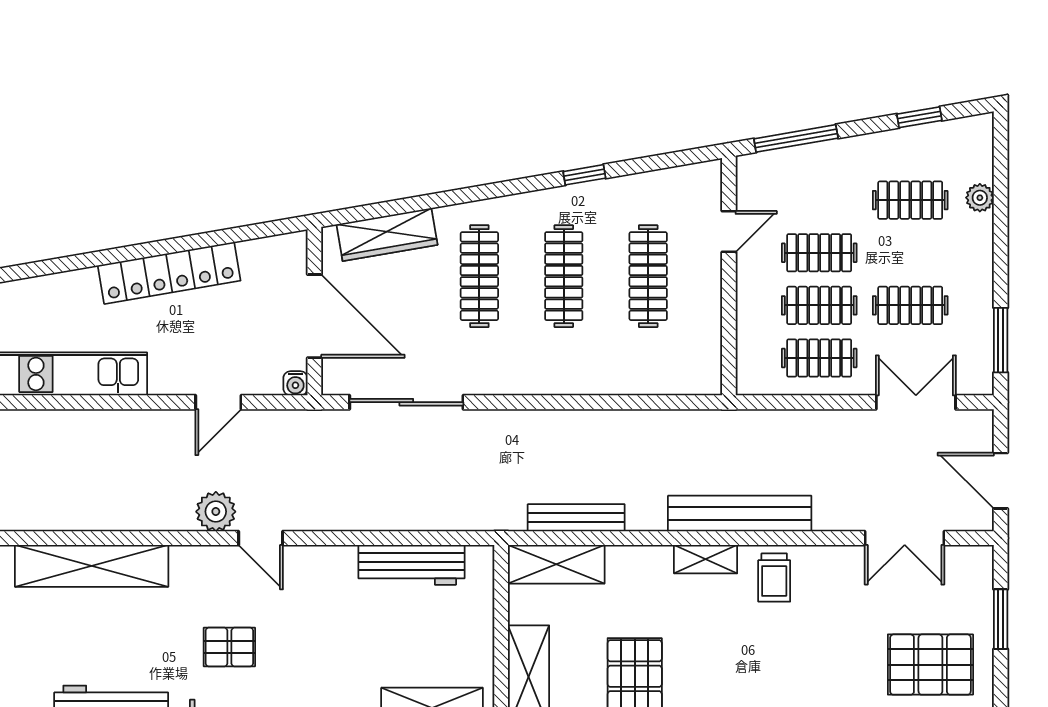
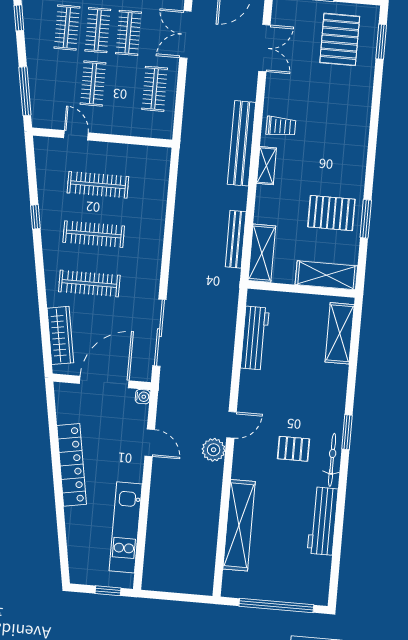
clothes rail: (819, 305) -> (98, 30), moved
pallet: (229, 647) -> (294, 449), turned 90

